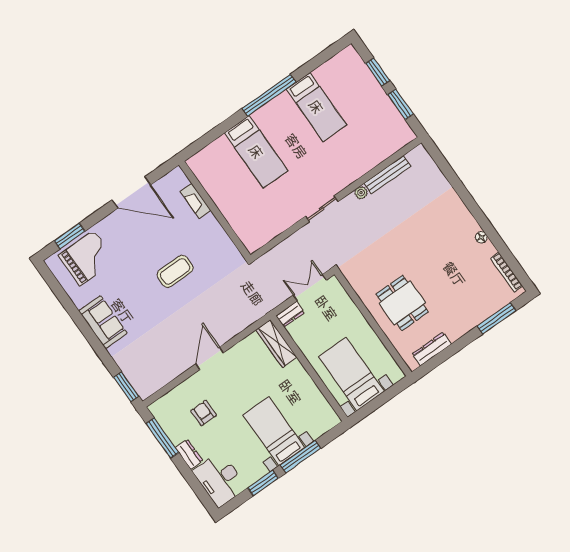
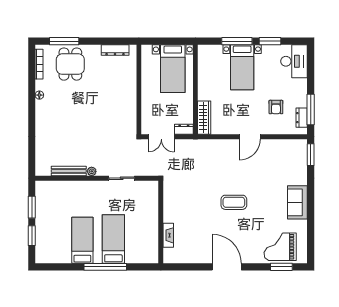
bed: (256, 152) -> (113, 239), moved
fireplace: (196, 201) -> (168, 235), moved
wall: (215, 210) -> (161, 222), moved
dining table: (402, 303) -> (70, 64), moved
dresser: (189, 454) -> (302, 118), moved

